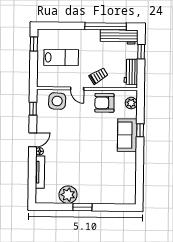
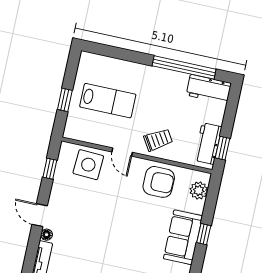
workbench: (119, 37) -> (209, 89), width x0.73
window: (34, 44) -> (65, 100), moved
window: (141, 52) -> (223, 148), moved
armchair: (104, 103) -> (159, 182), turned 180
door: (33, 140) -> (40, 215), swing flipped

